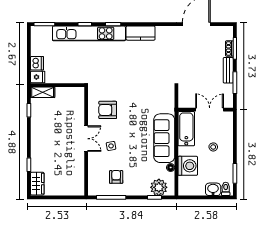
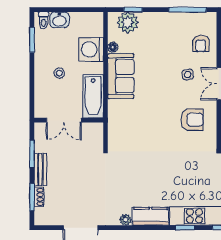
plant: (160, 30) -> (126, 220), added
sofa: (164, 138) -> (121, 76), width x0.73
armchair: (116, 177) -> (201, 43), moved

